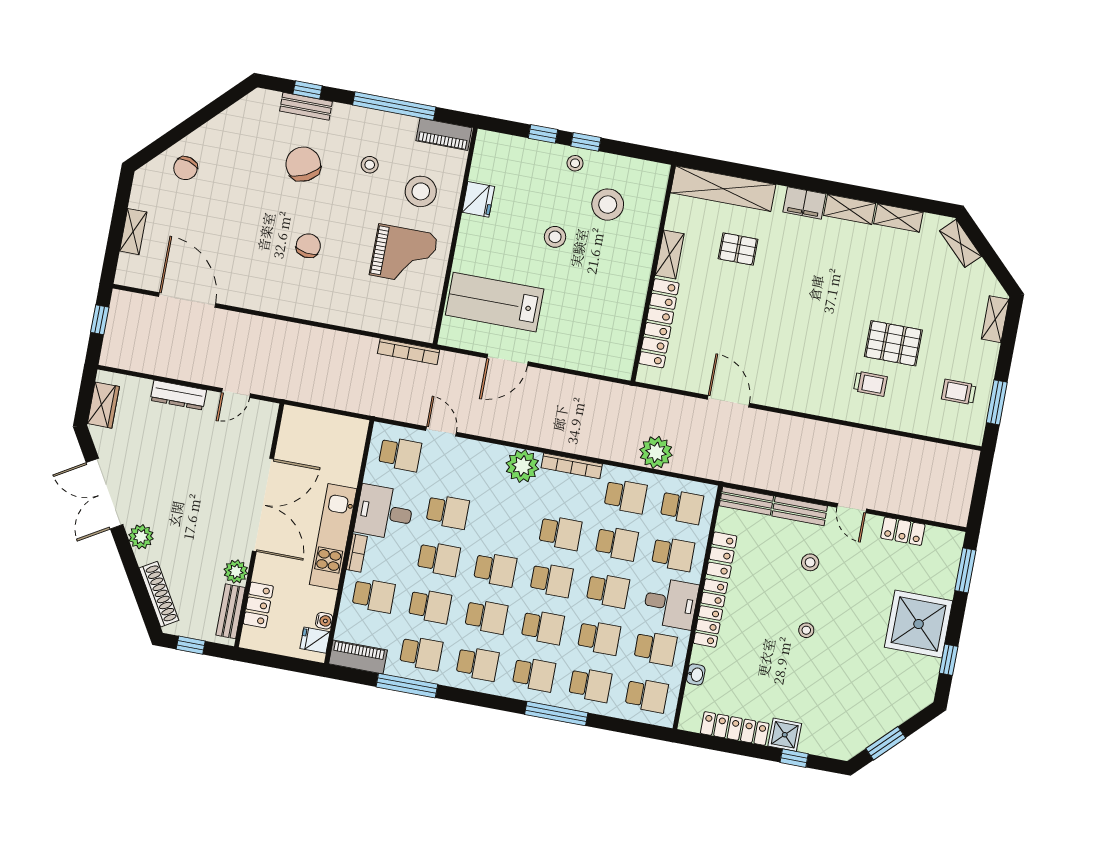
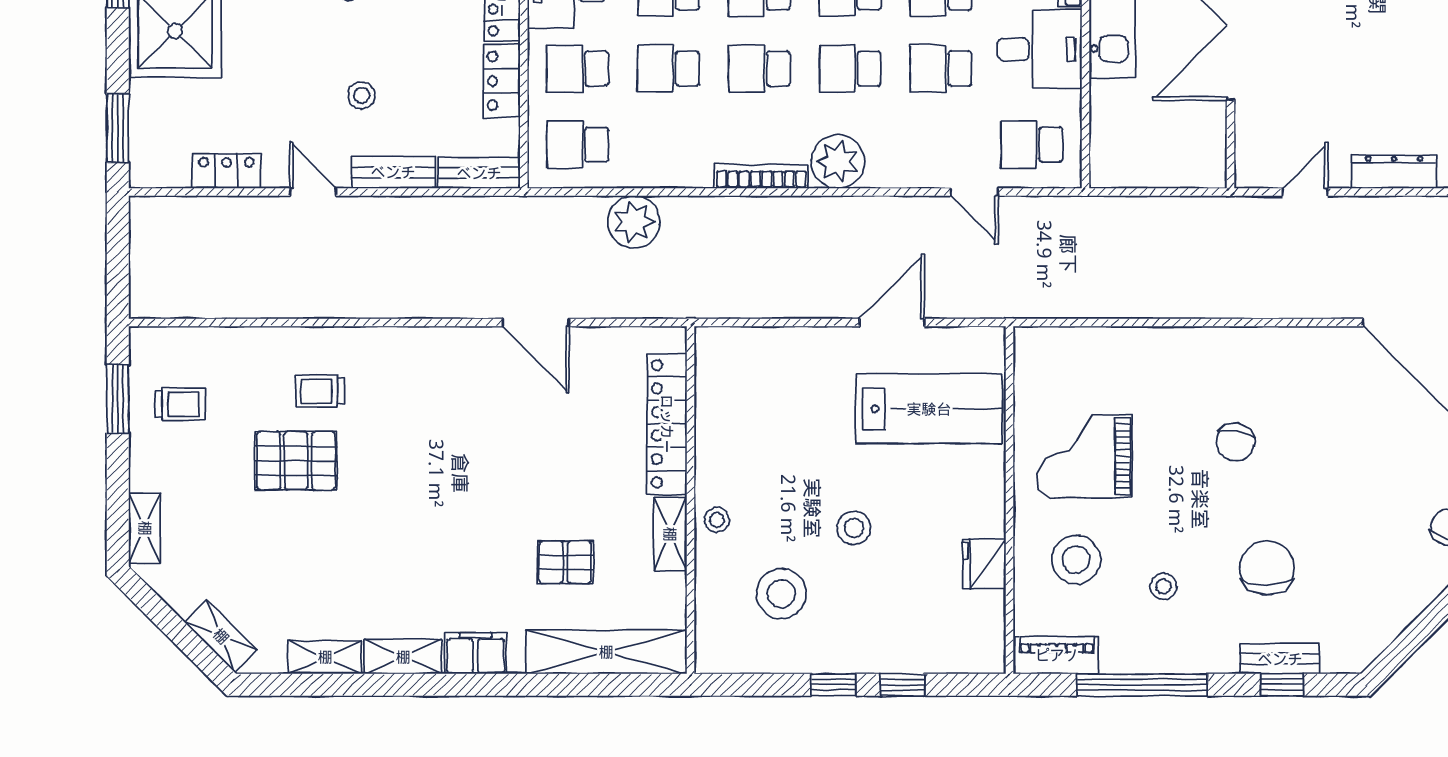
stool: (575, 163) -> (717, 520), moved
chair: (303, 164) -> (1267, 568), turned -153
bookcase: (409, 352) -> (1048, 307), removed
school desk: (626, 496) -> (850, 69), moved

